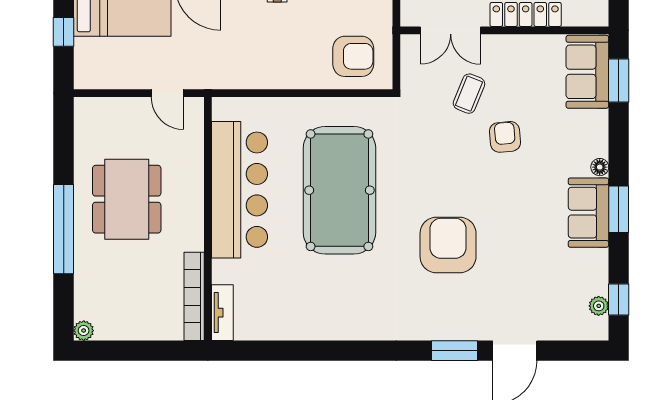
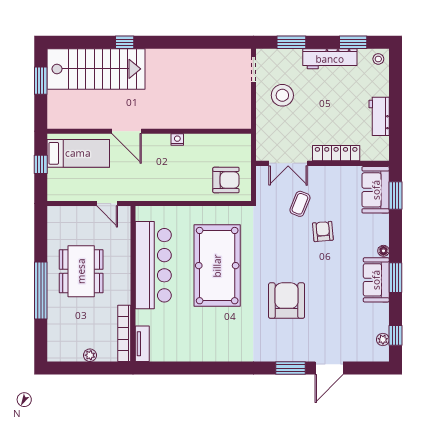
plant: (84, 331) -> (90, 355), moved

